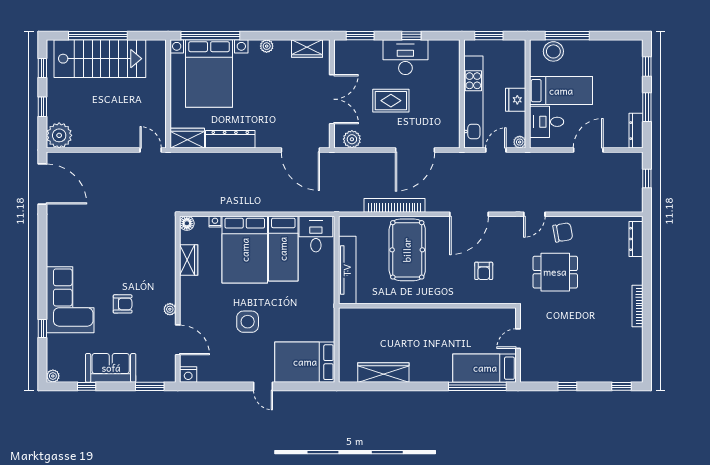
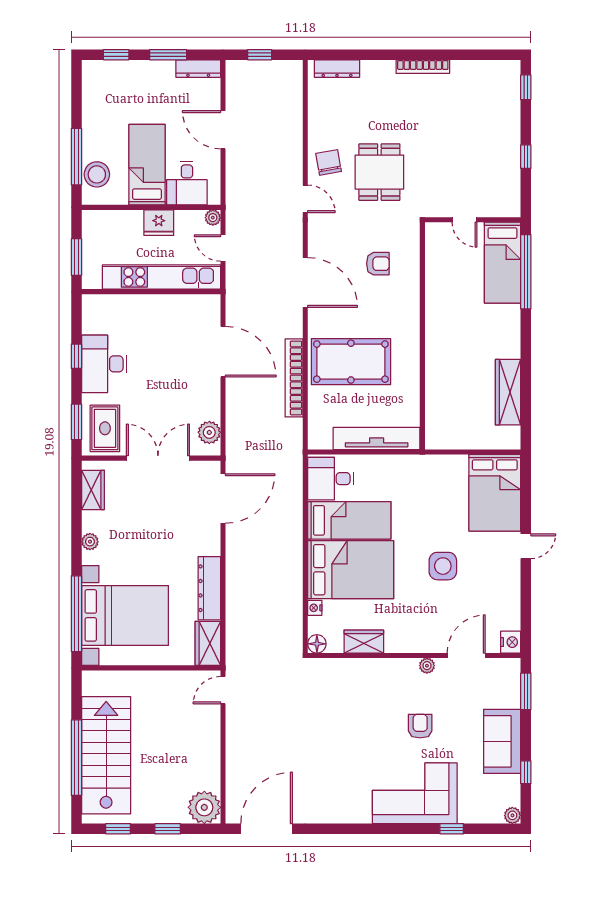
rug: (391, 101) -> (105, 428), moved

